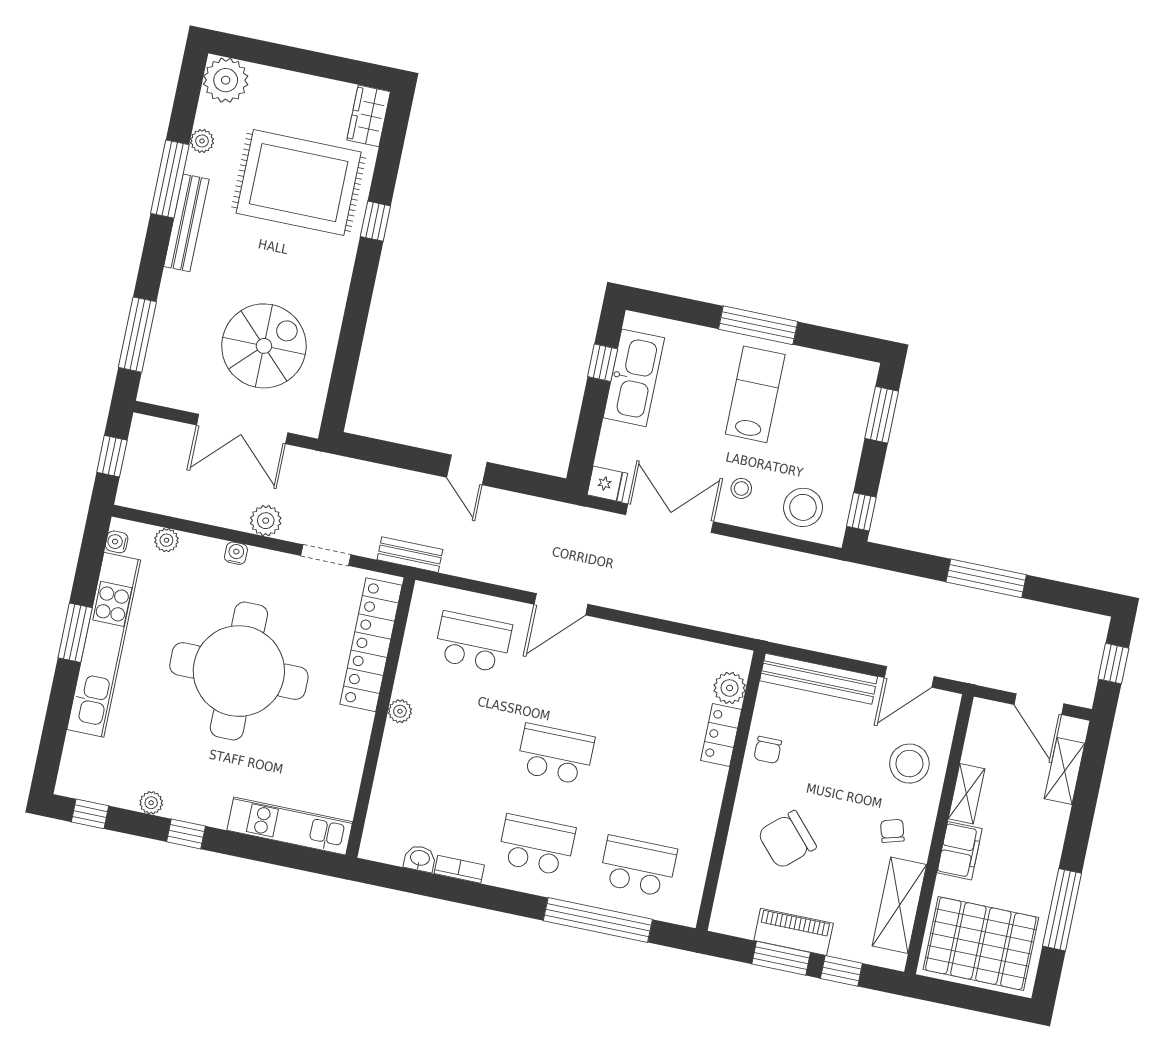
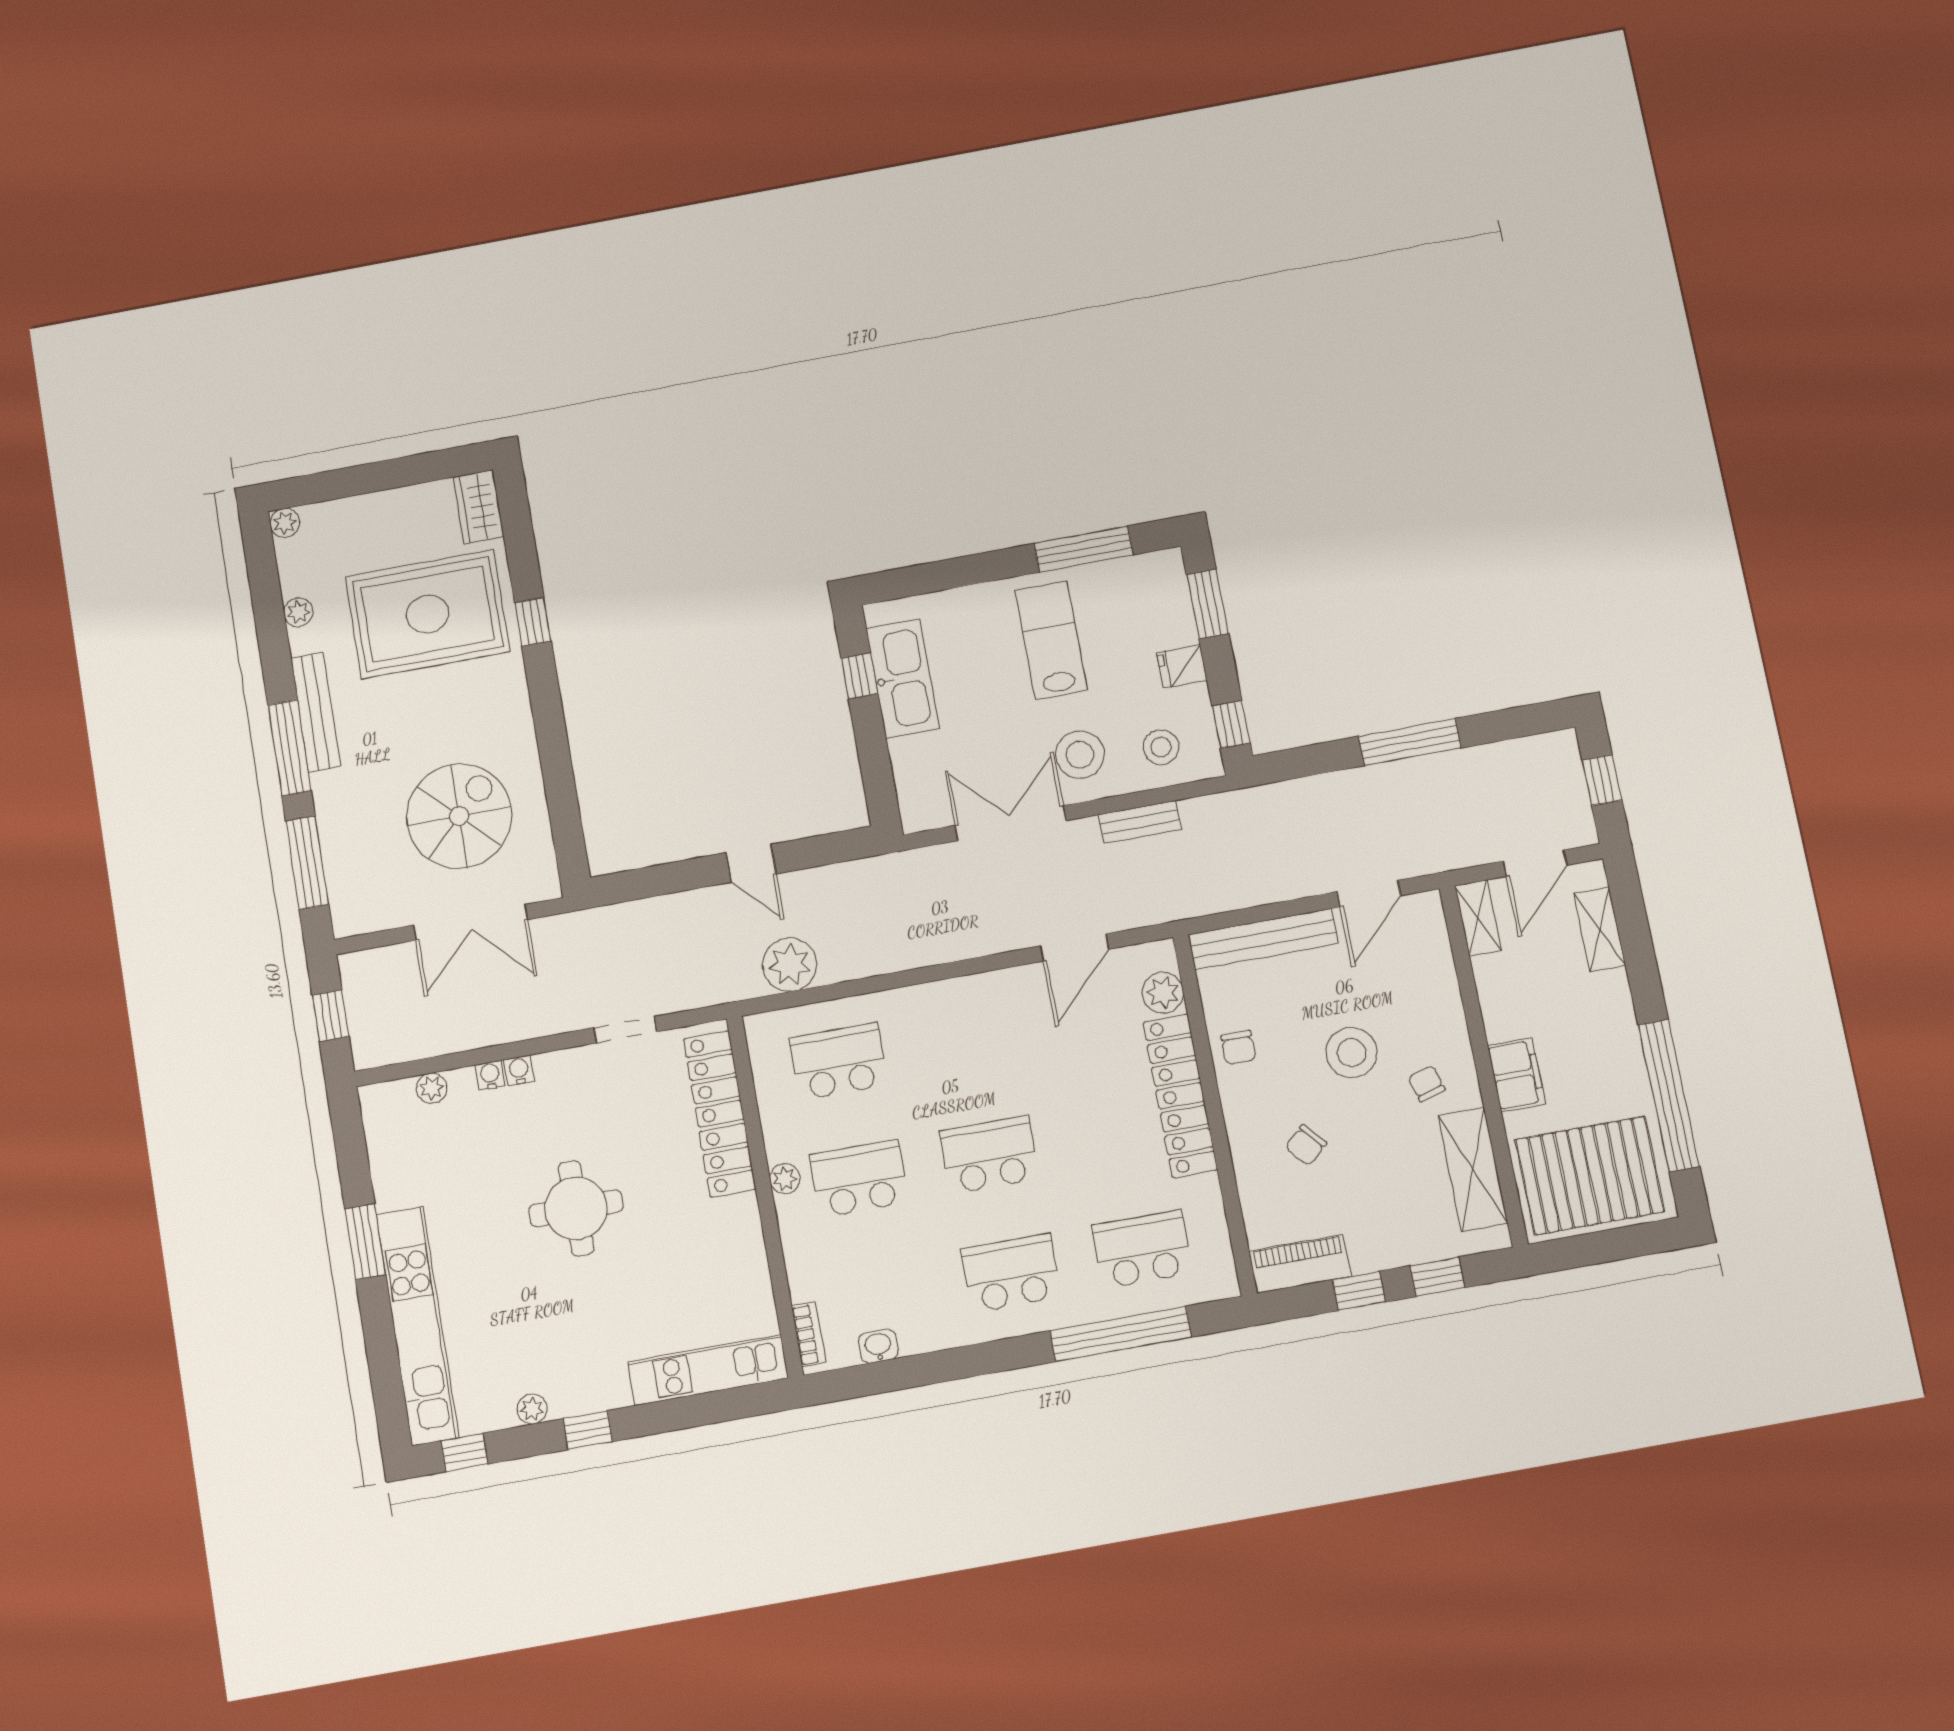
plant: (226, 80) -> (285, 523), width x0.53, depth x0.53
window: (170, 179) -> (290, 748), moved
window: (758, 325) -> (1084, 549), moved
fridge: (607, 484) -> (1182, 666), moved, turned 180
stool: (741, 488) -> (1080, 755), width x1.89, depth x1.89
stool: (803, 507) -> (1161, 747), width x0.73, depth x0.73
plant: (266, 521) -> (790, 965), moved, width x1.36, depth x1.36
water cooler: (117, 542) -> (490, 1075), moved, turned 90
bench: (410, 555) -> (1140, 822), moved
door: (561, 604) -> (1075, 947), moved
kitchen unit: (104, 645) -> (417, 1326), moved
round table: (239, 671) -> (576, 1208), width x0.54, depth x0.54
door: (1039, 704) -> (1535, 863), hinge flipped
school desk: (454, 733) -> (859, 1179), added
locker: (721, 735) -> (1180, 1096), width x2.16, depth x1.21
stool: (909, 764) -> (1352, 1053), moved
shelving: (966, 794) -> (1478, 918), moved
chair: (787, 840) -> (1306, 1145), width x0.54, depth x0.54
bookcase: (459, 869) -> (809, 1334), moved, turned 90
window: (1062, 910) -> (1669, 1095), width x1.46
piano: (794, 932) -> (1300, 1264), moved
window: (781, 958) -> (1359, 1291), width x0.67

